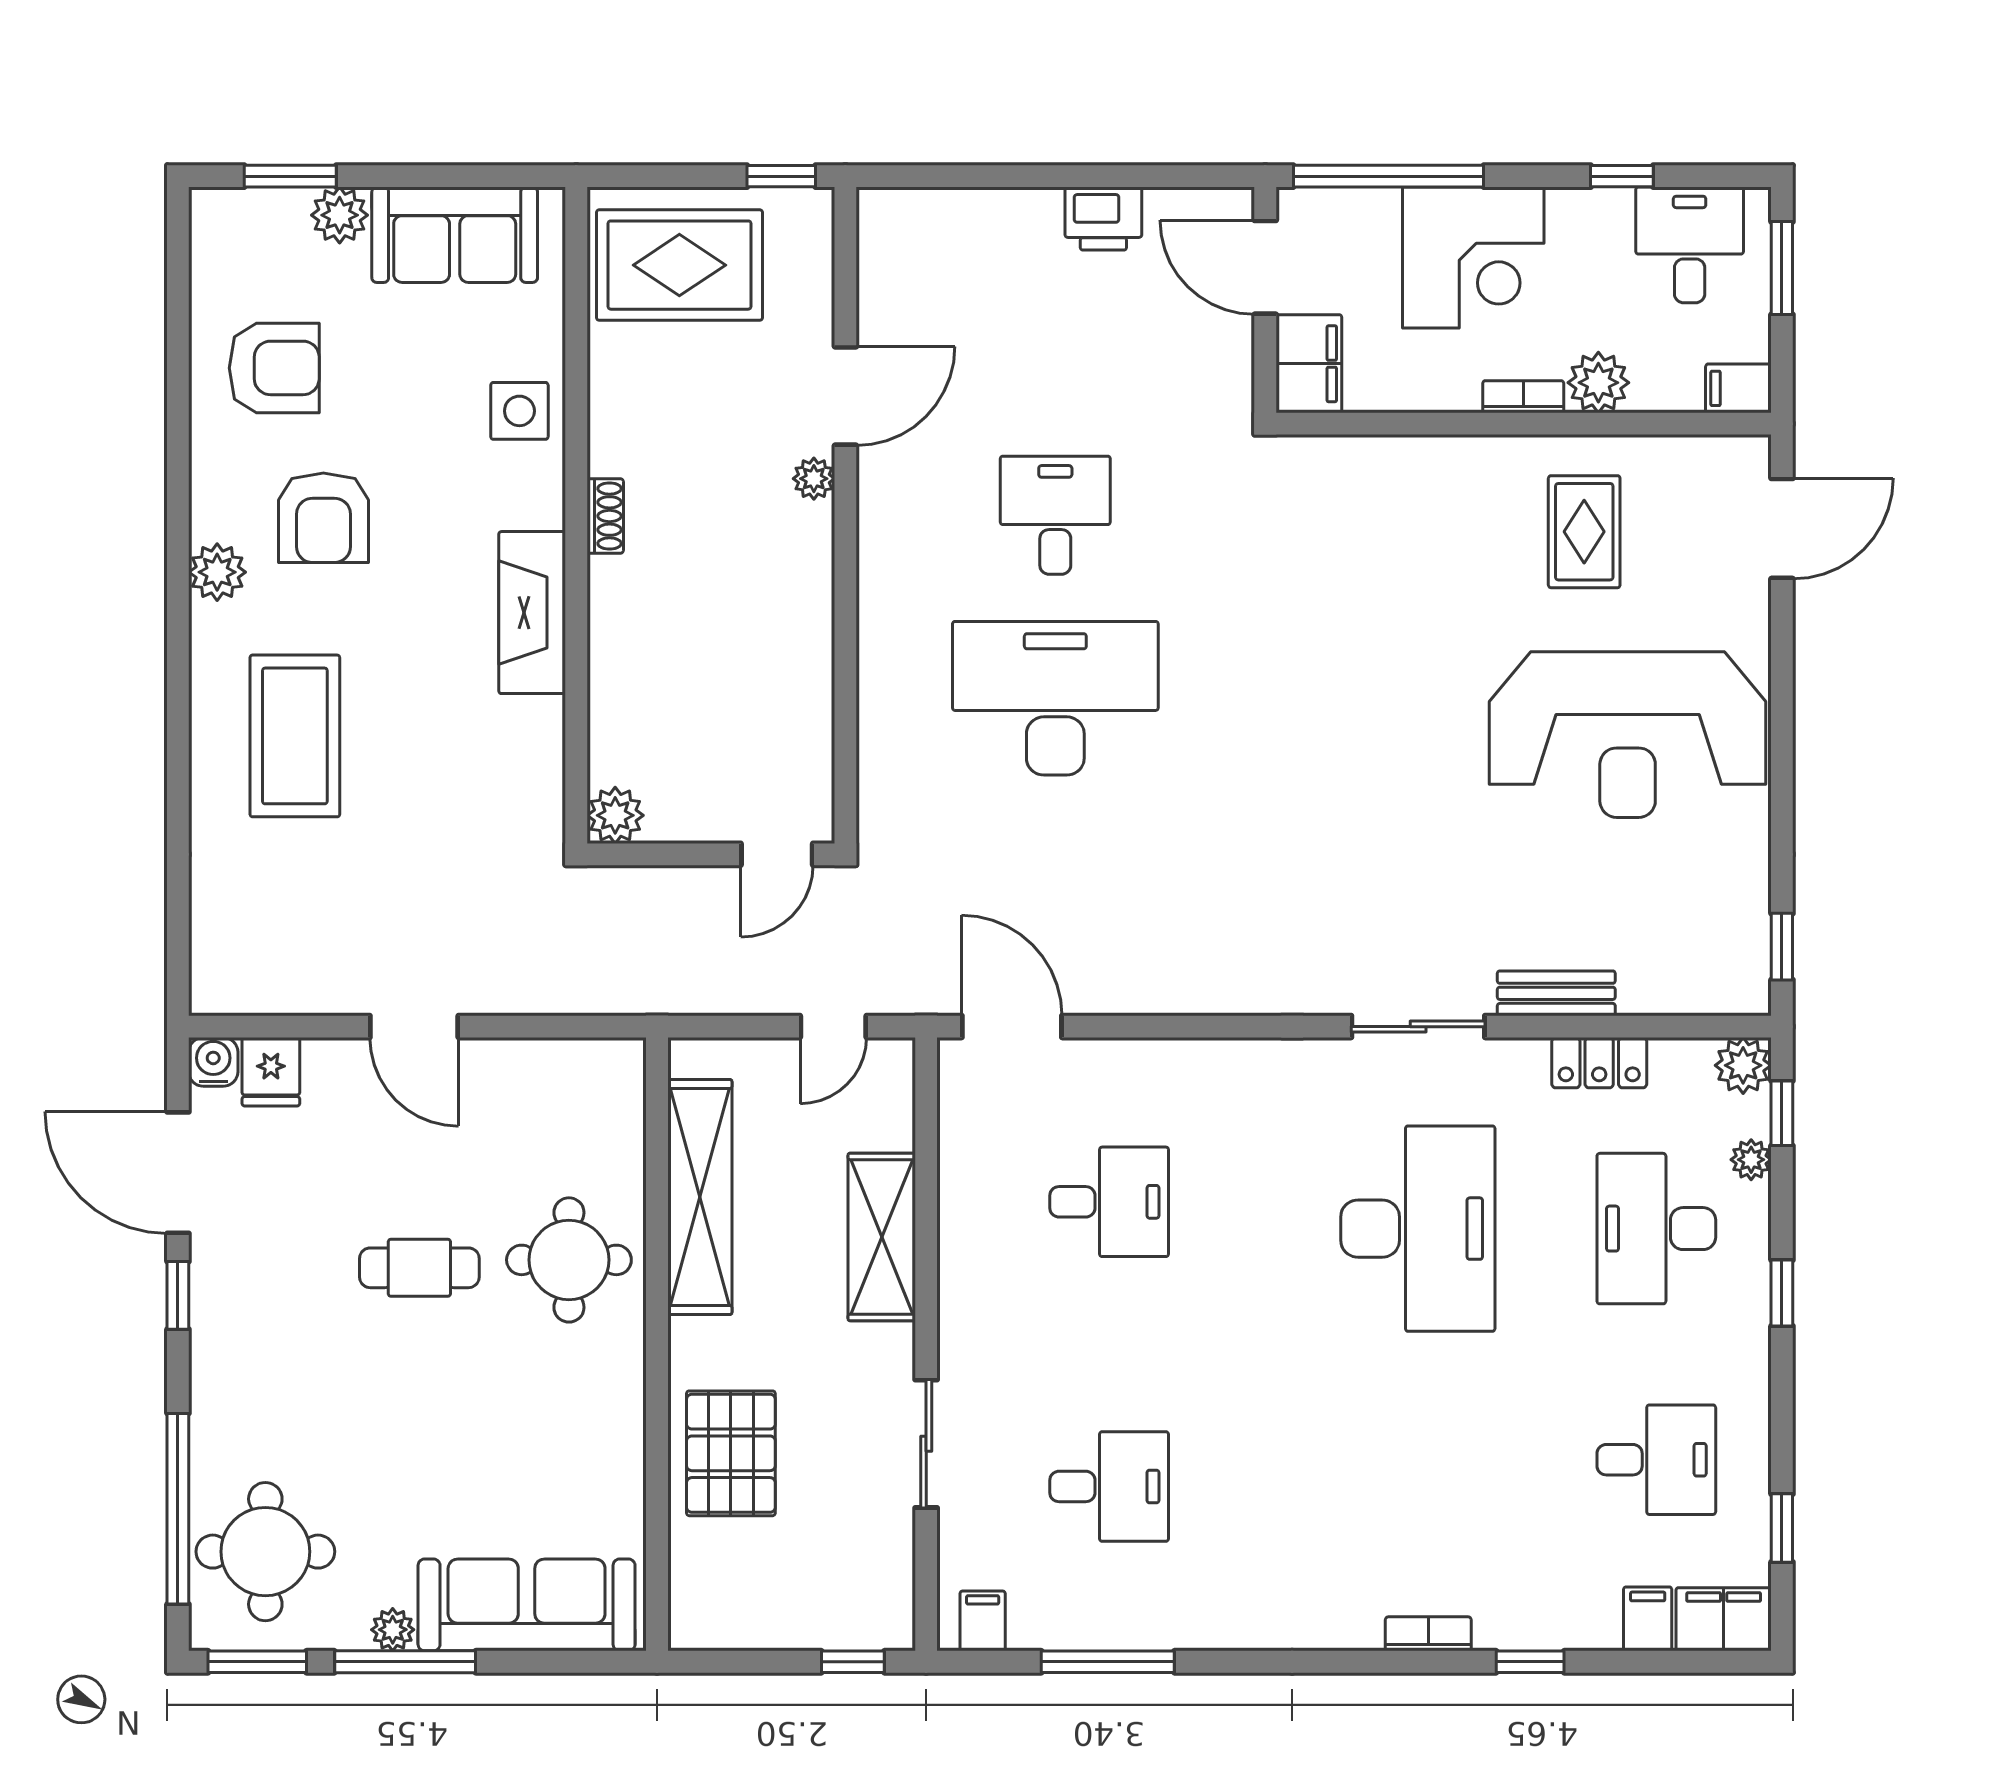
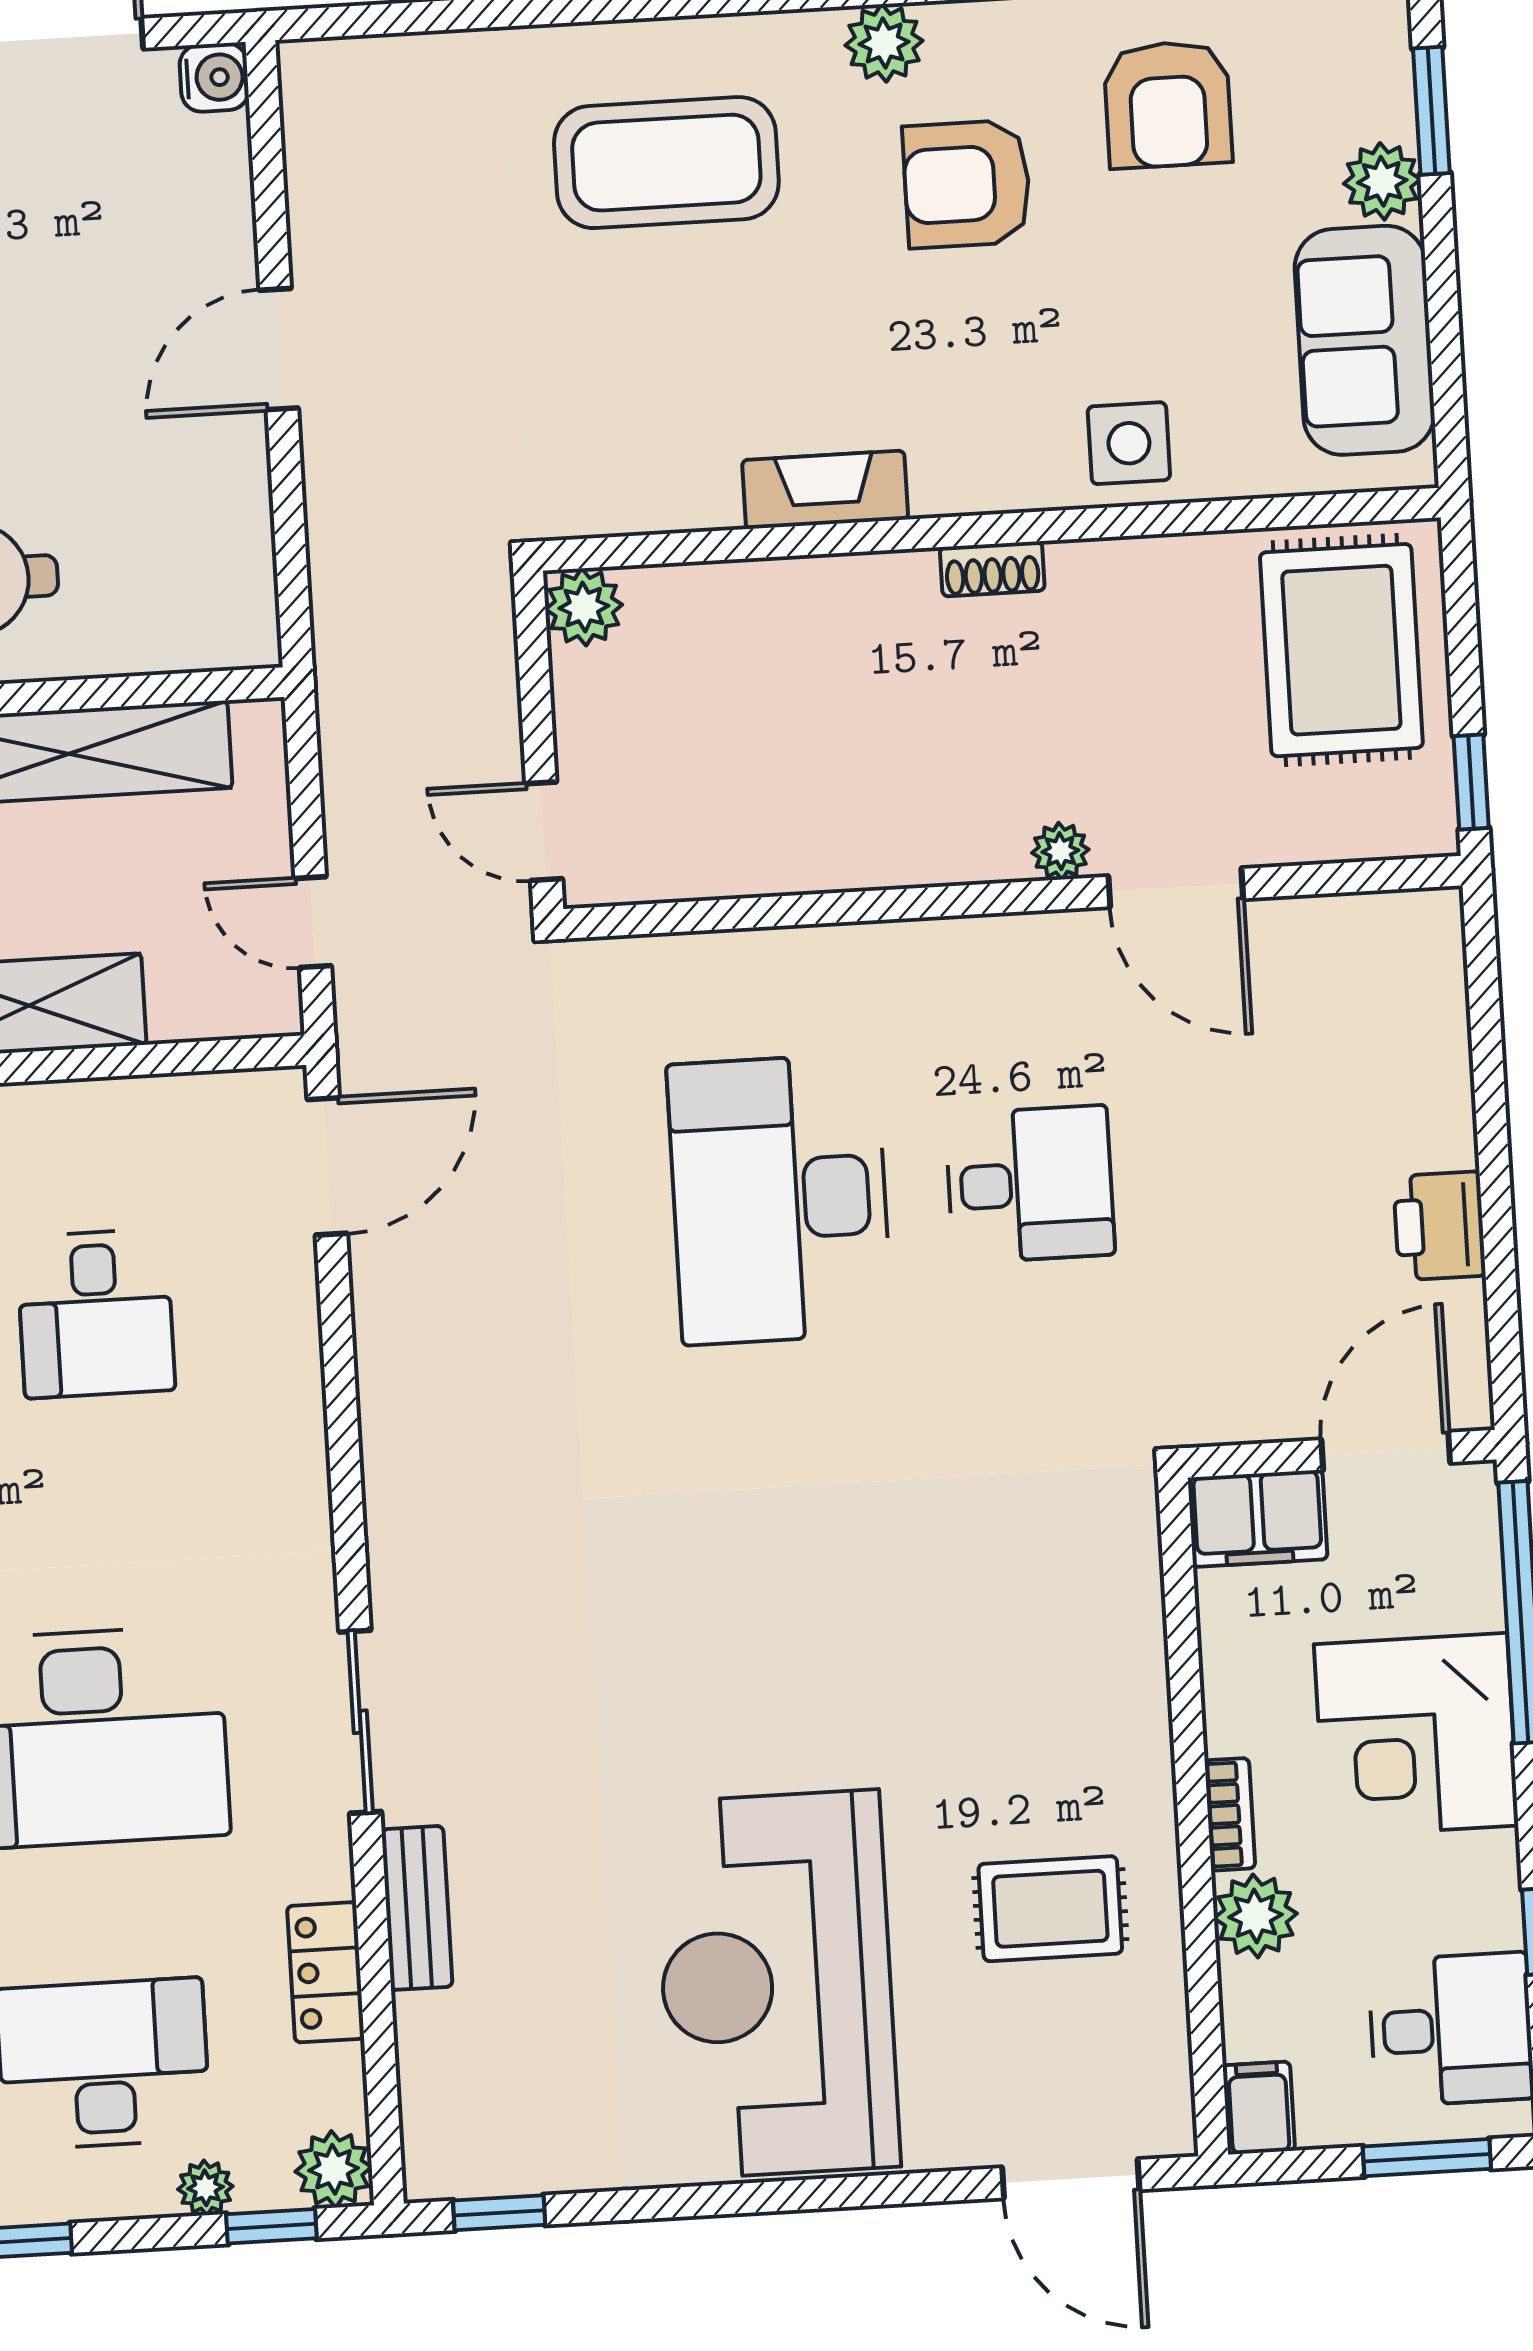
fireplace: (532, 613) -> (825, 490), width x0.73, depth x0.76
desk: (1055, 698) -> (780, 1199), turned 180
fridge: (271, 1072) -> (205, 157), removed

